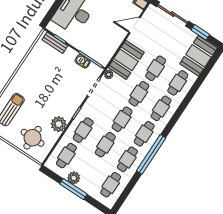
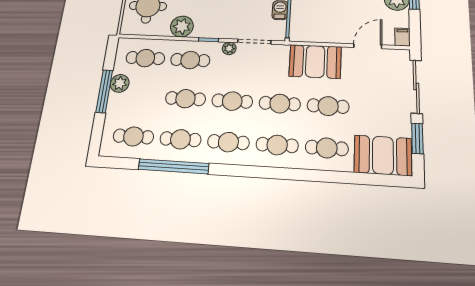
door: (134, 25) -> (368, 46), hinge flipped
plant: (109, 74) -> (229, 48), moved
window: (151, 154) -> (174, 166), moved

